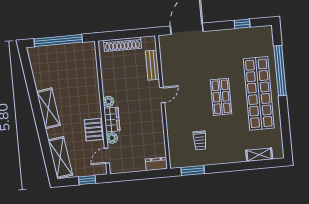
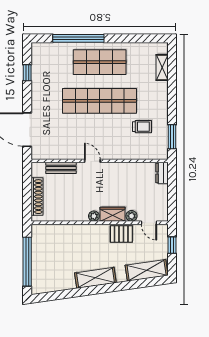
shop shelf: (259, 93) -> (100, 62), width x0.71
shop shelf: (221, 97) -> (100, 101), width x2.00, depth x1.36

